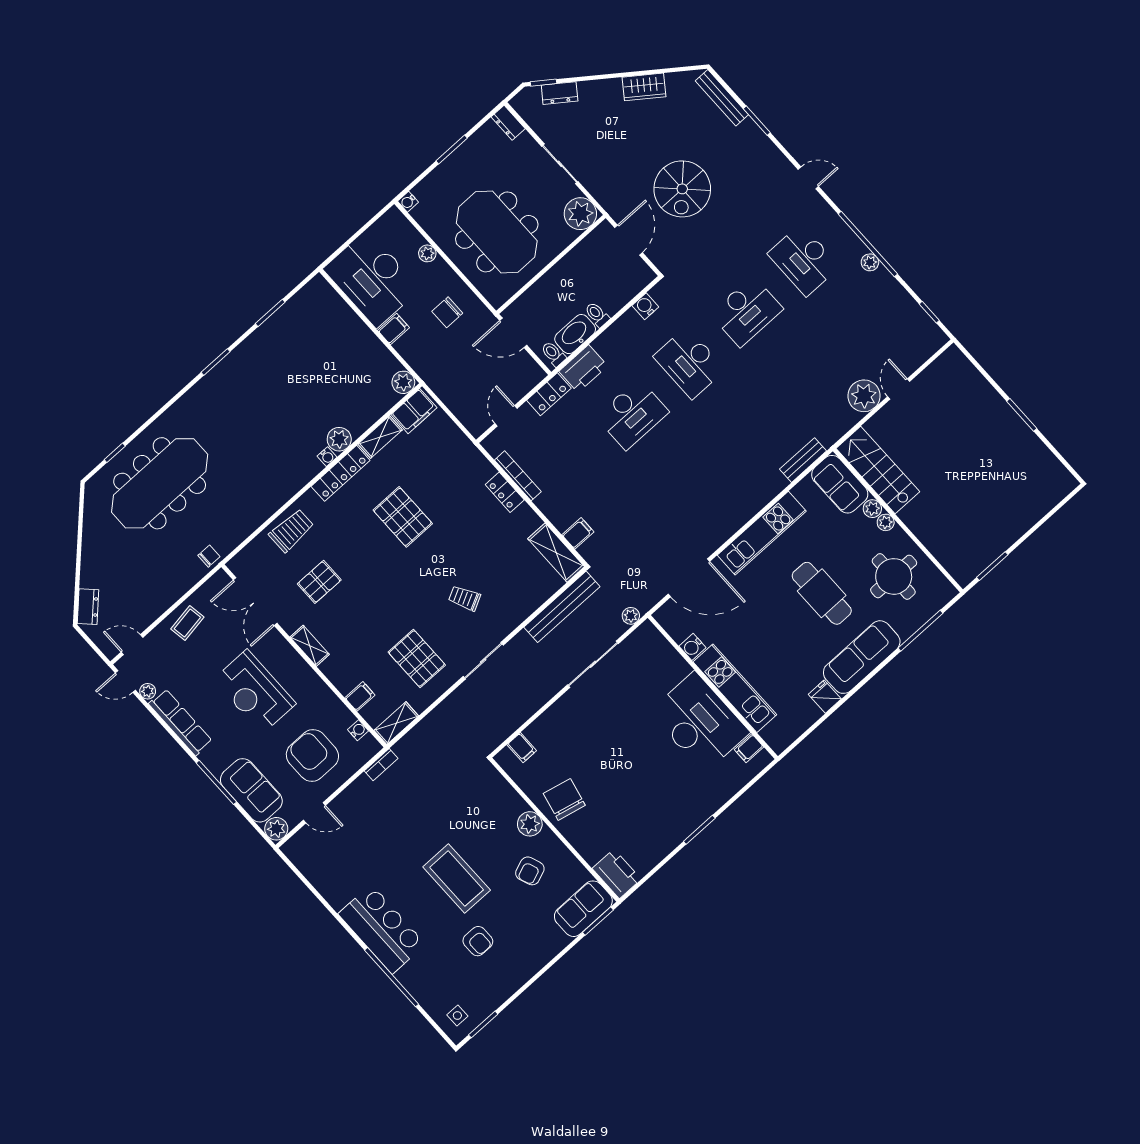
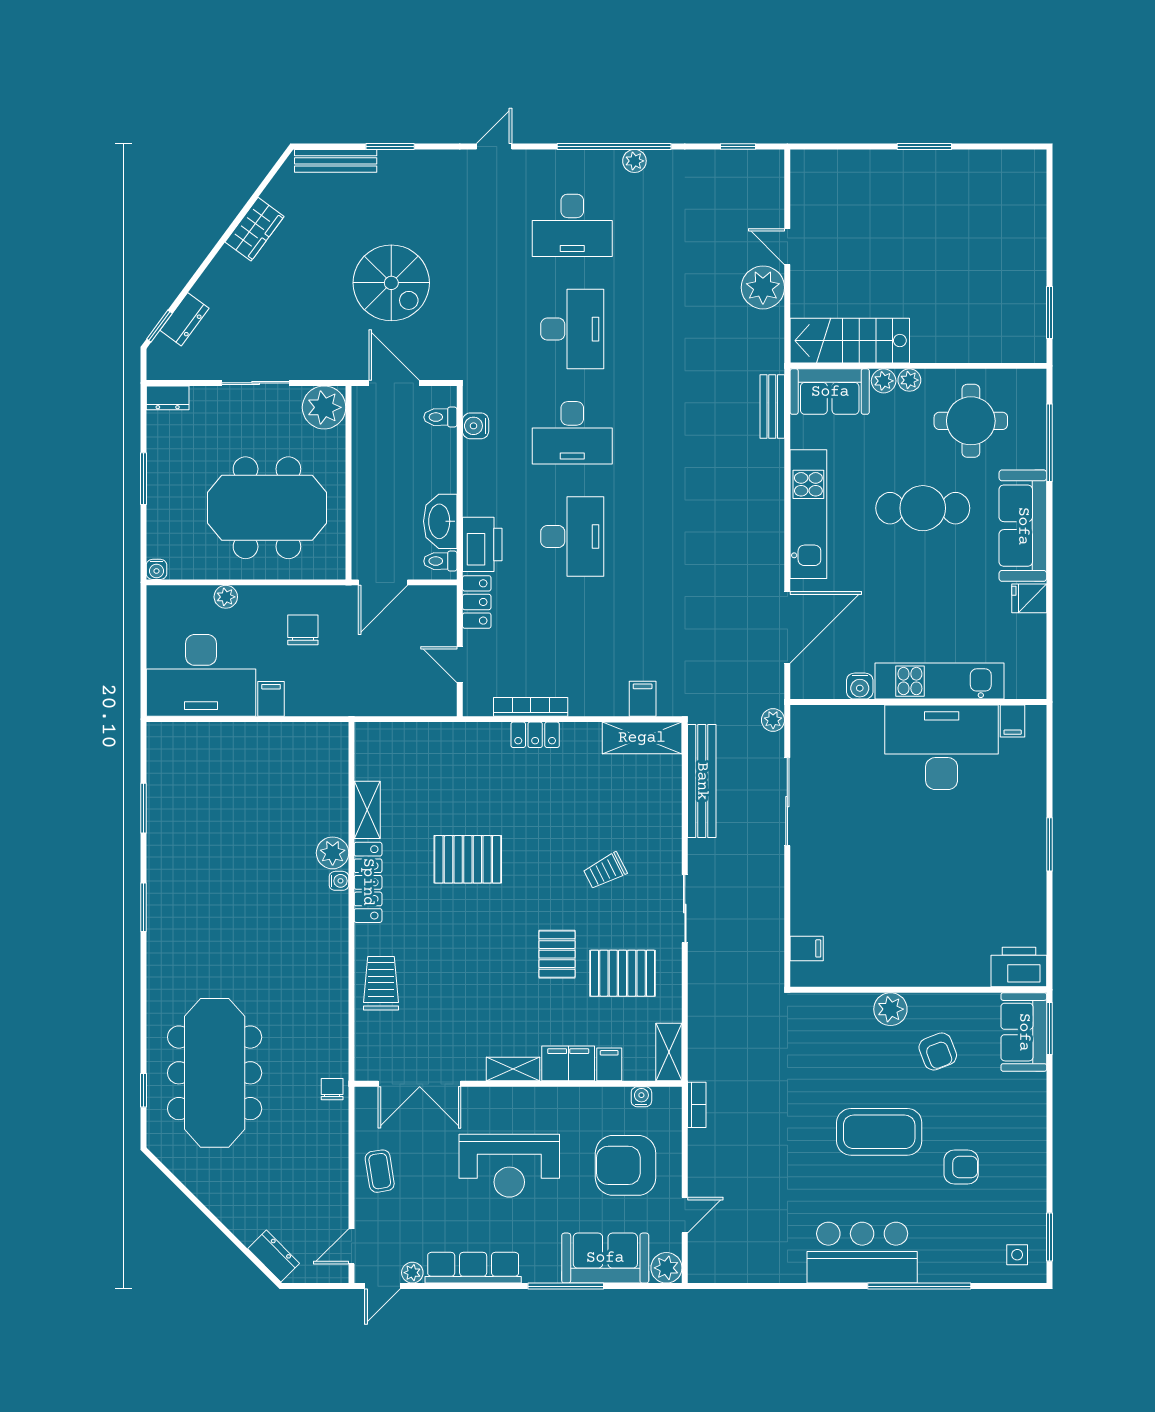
chair: (447, 312) -> (303, 630), turned 180
toilet: (597, 315) -> (440, 417), moved
plant: (403, 382) -> (333, 737), removed
filing cabinet: (414, 411) -> (568, 1063), moved, turned -90
pallet: (319, 582) -> (557, 954), moved
chair: (564, 799) -> (897, 952), removed

